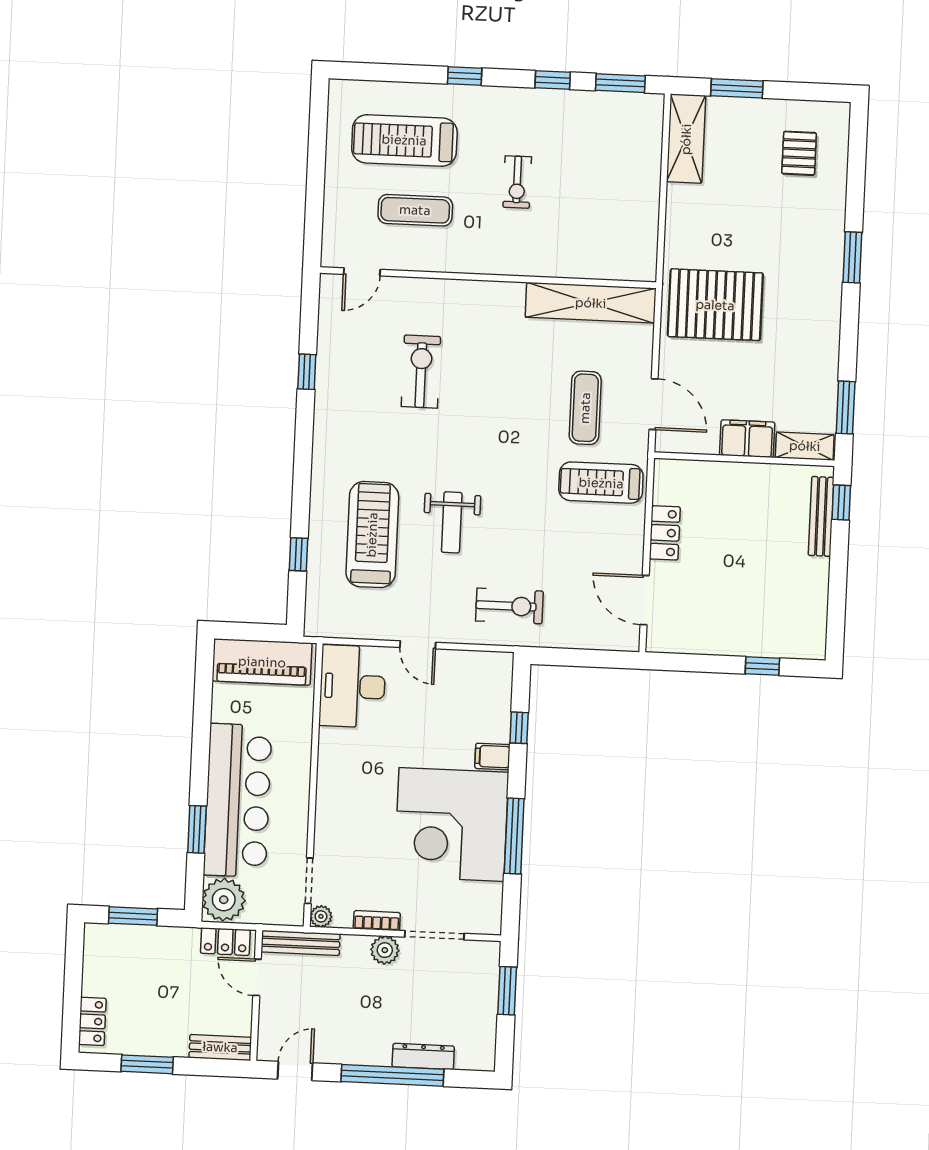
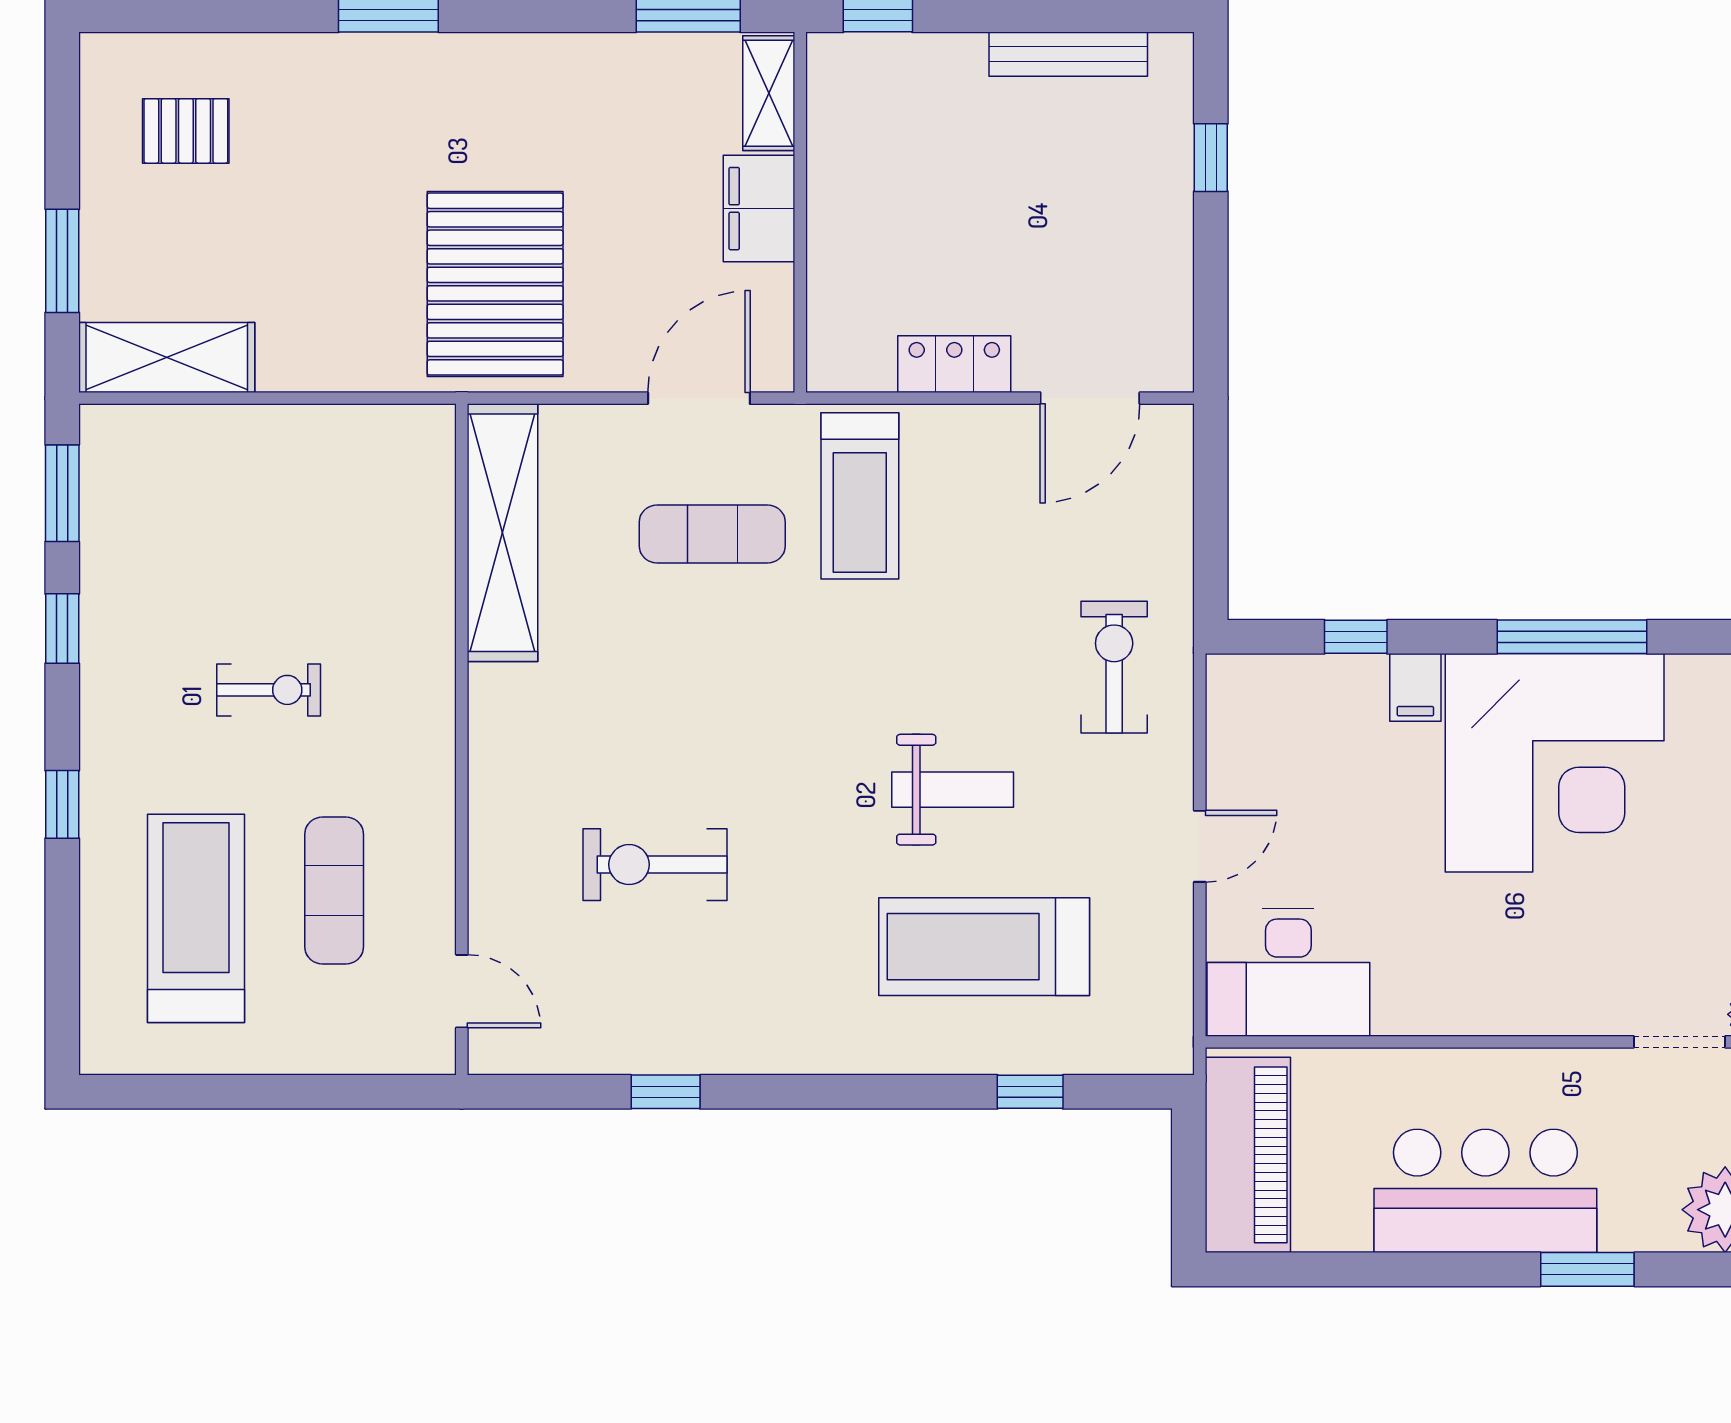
treadmill: (404, 140) -> (196, 918), turned 180
bench: (821, 516) -> (1068, 54), moved
bar counter: (238, 800) -> (1485, 1191), width x0.73

